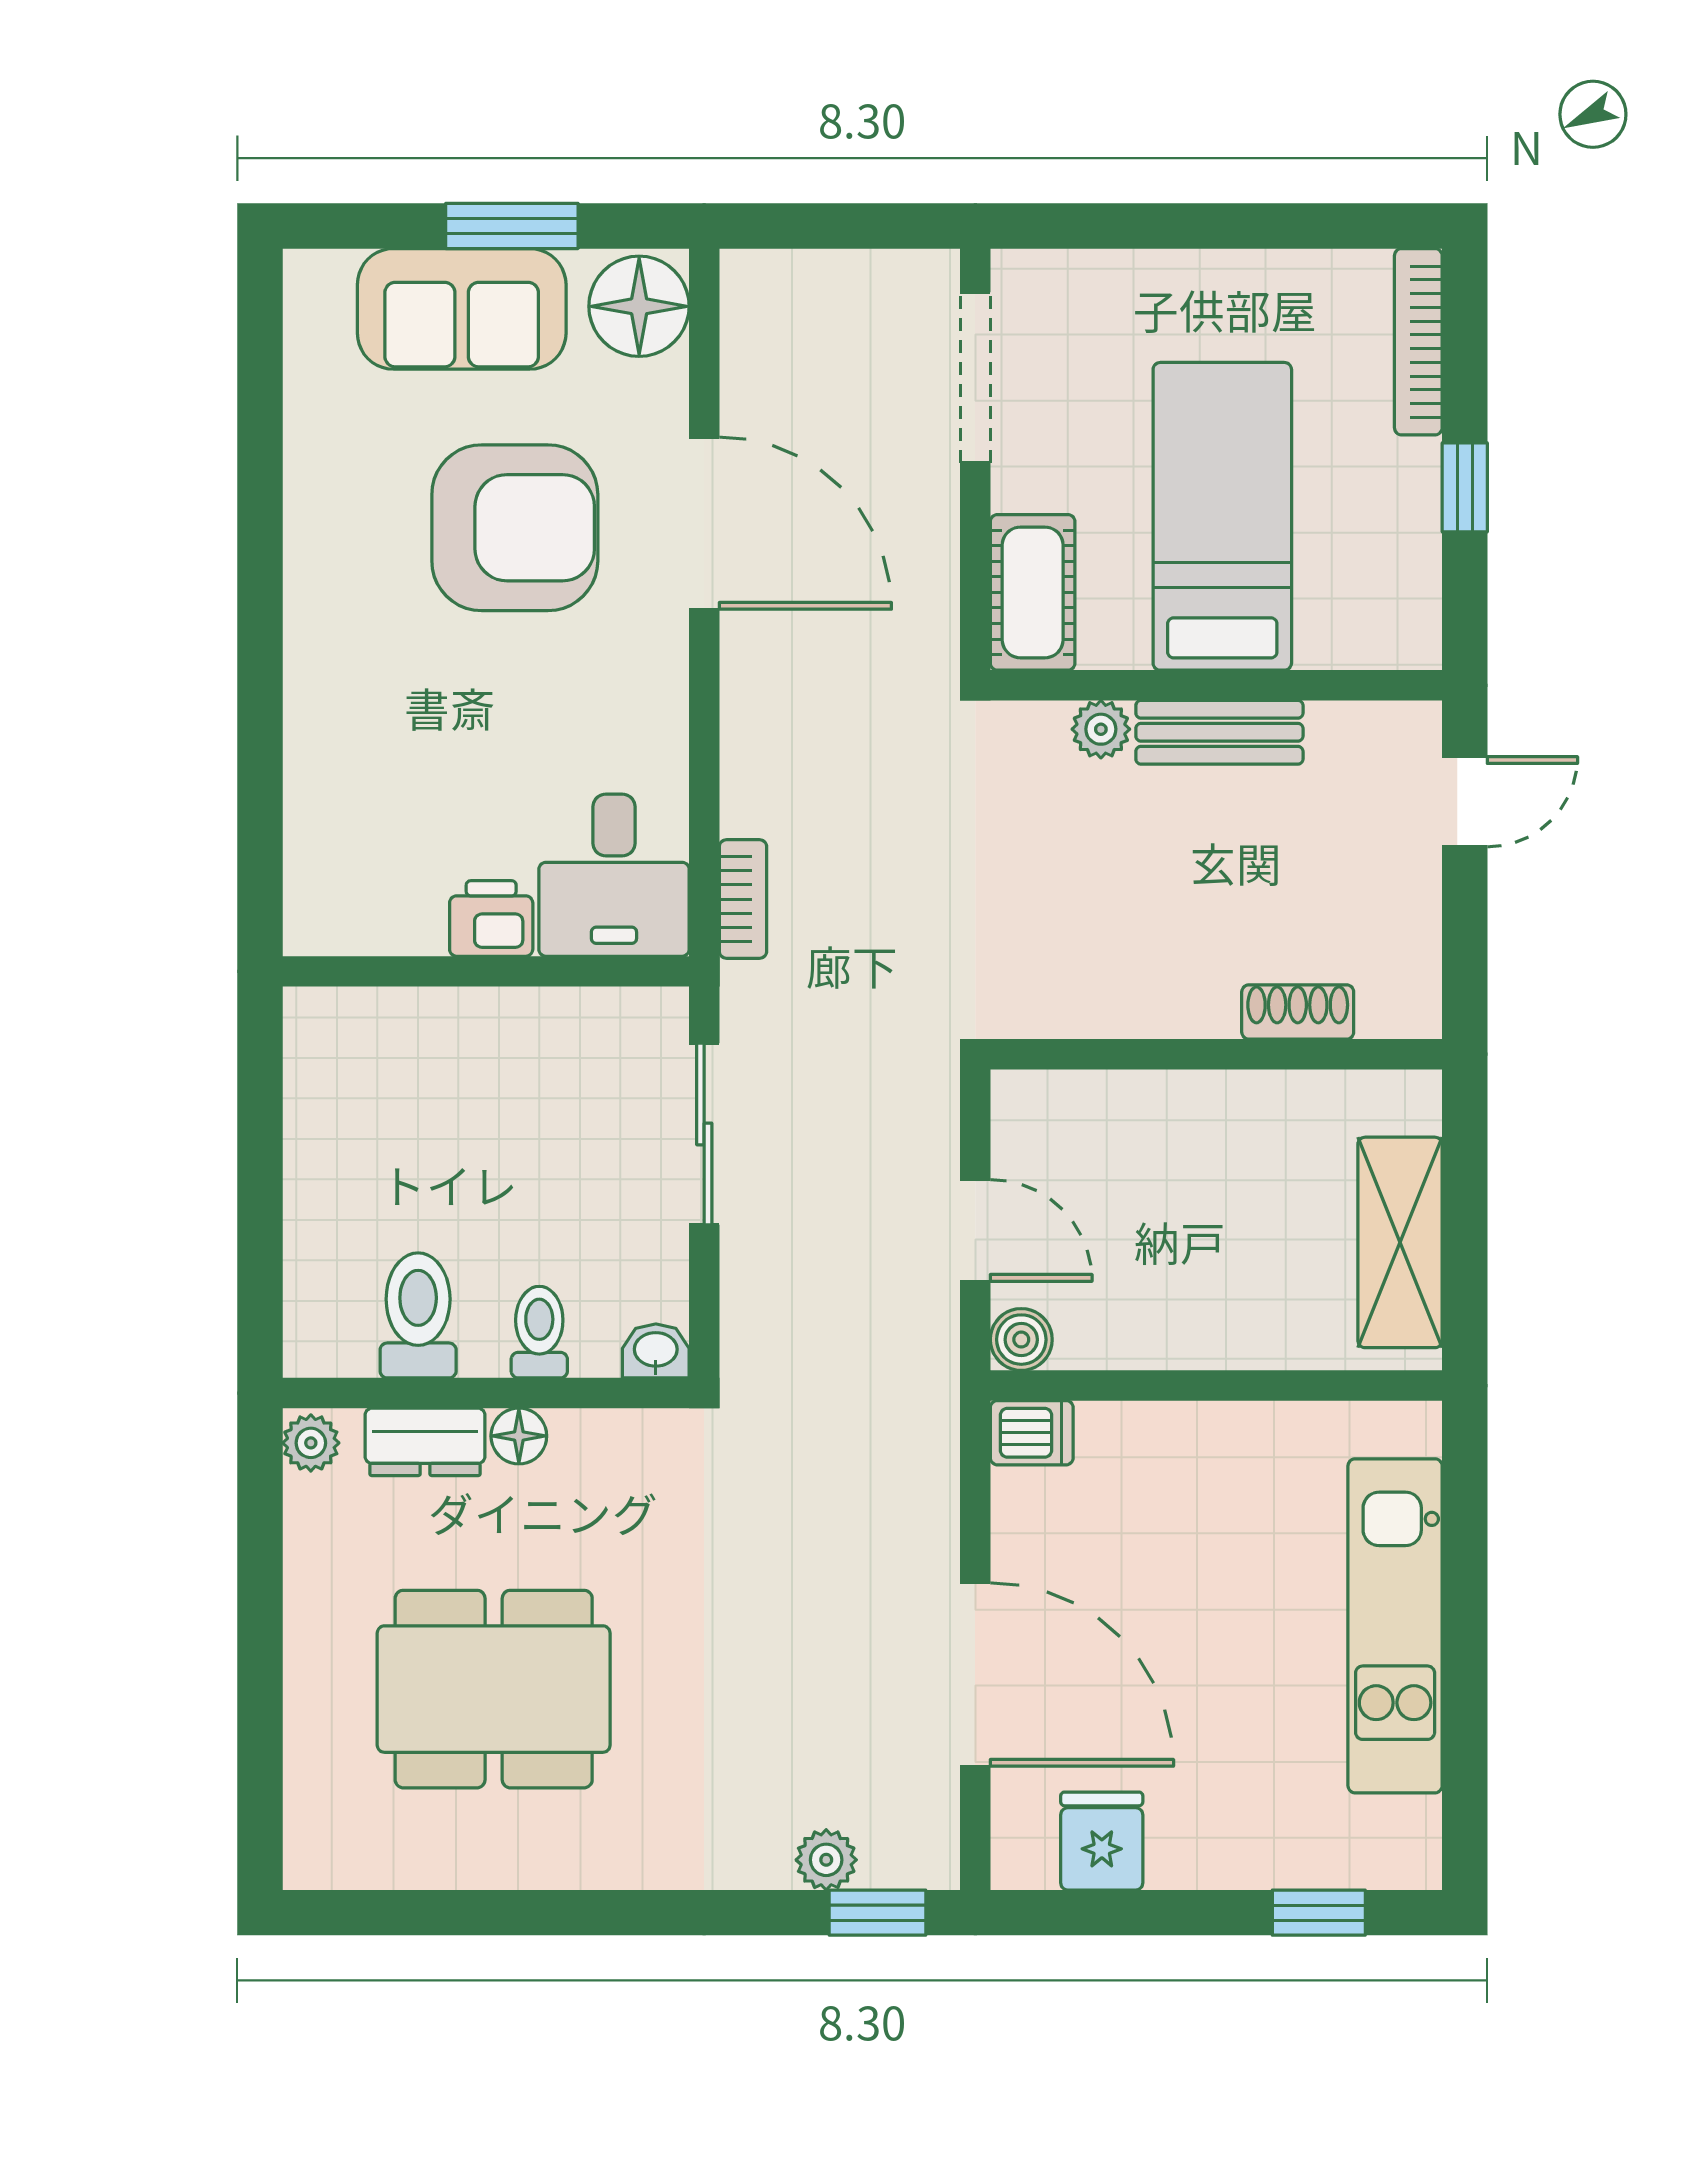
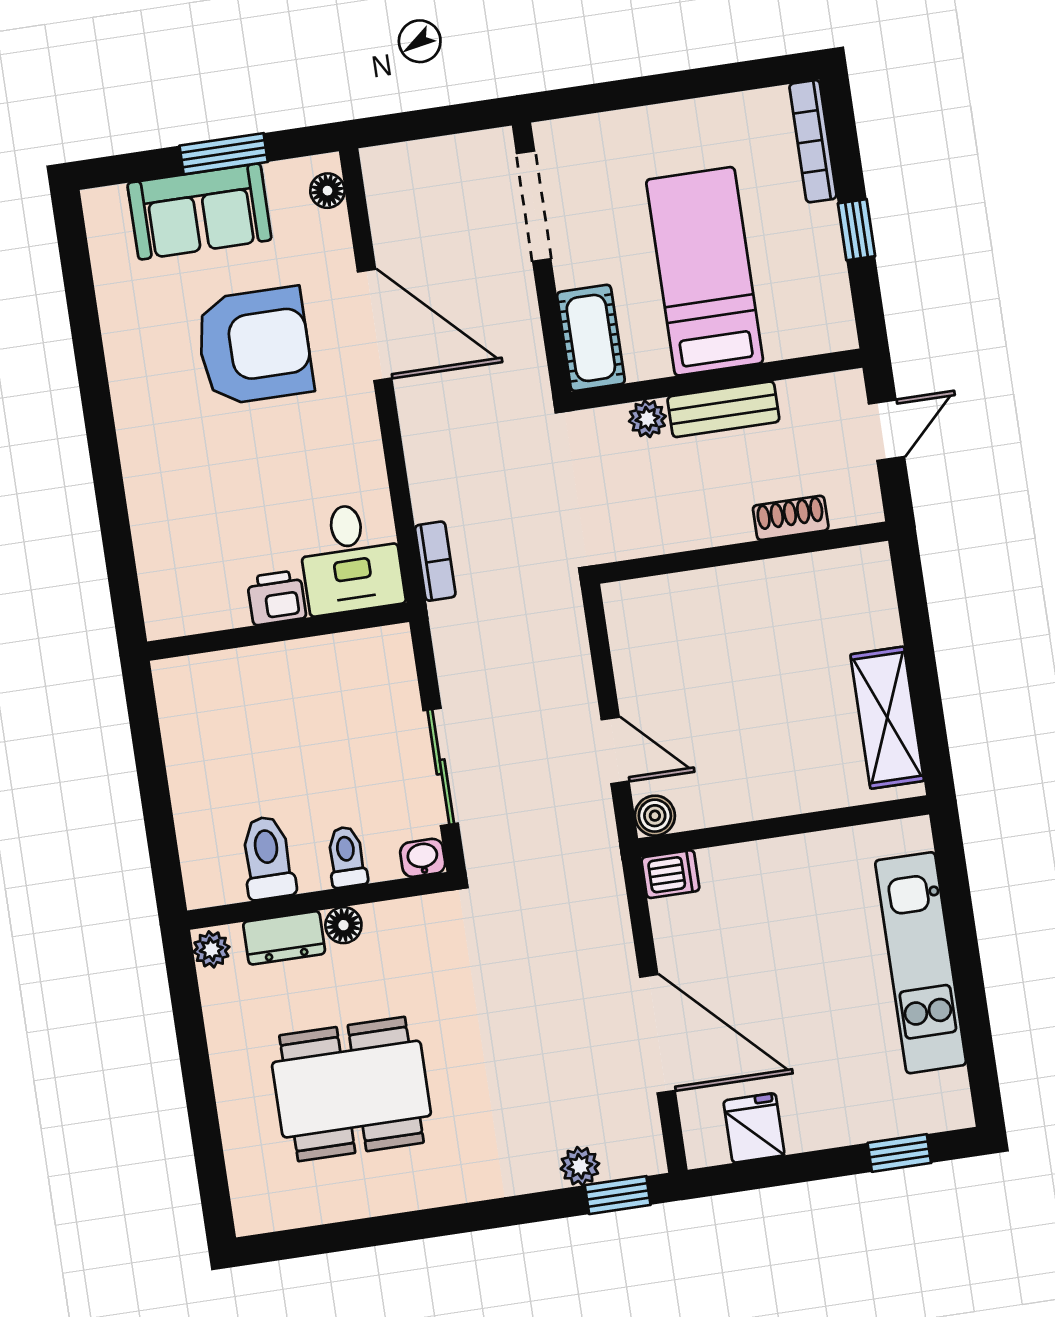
floor lamp: (639, 306) -> (327, 191), width x0.53, depth x0.53
shoe rack: (1298, 1012) -> (791, 518), moved
wall: (1216, 1054) -> (743, 553), moved
sliding door: (704, 1134) -> (441, 767), moved

